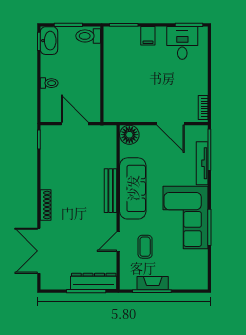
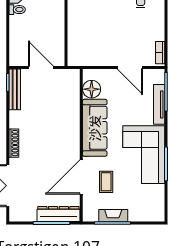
toilet: (49, 83) -> (17, 10), moved
floor lamp: (129, 135) -> (92, 89), moved
bench: (111, 191) -> (15, 89), moved
door: (118, 242) -> (81, 177), width x1.88

